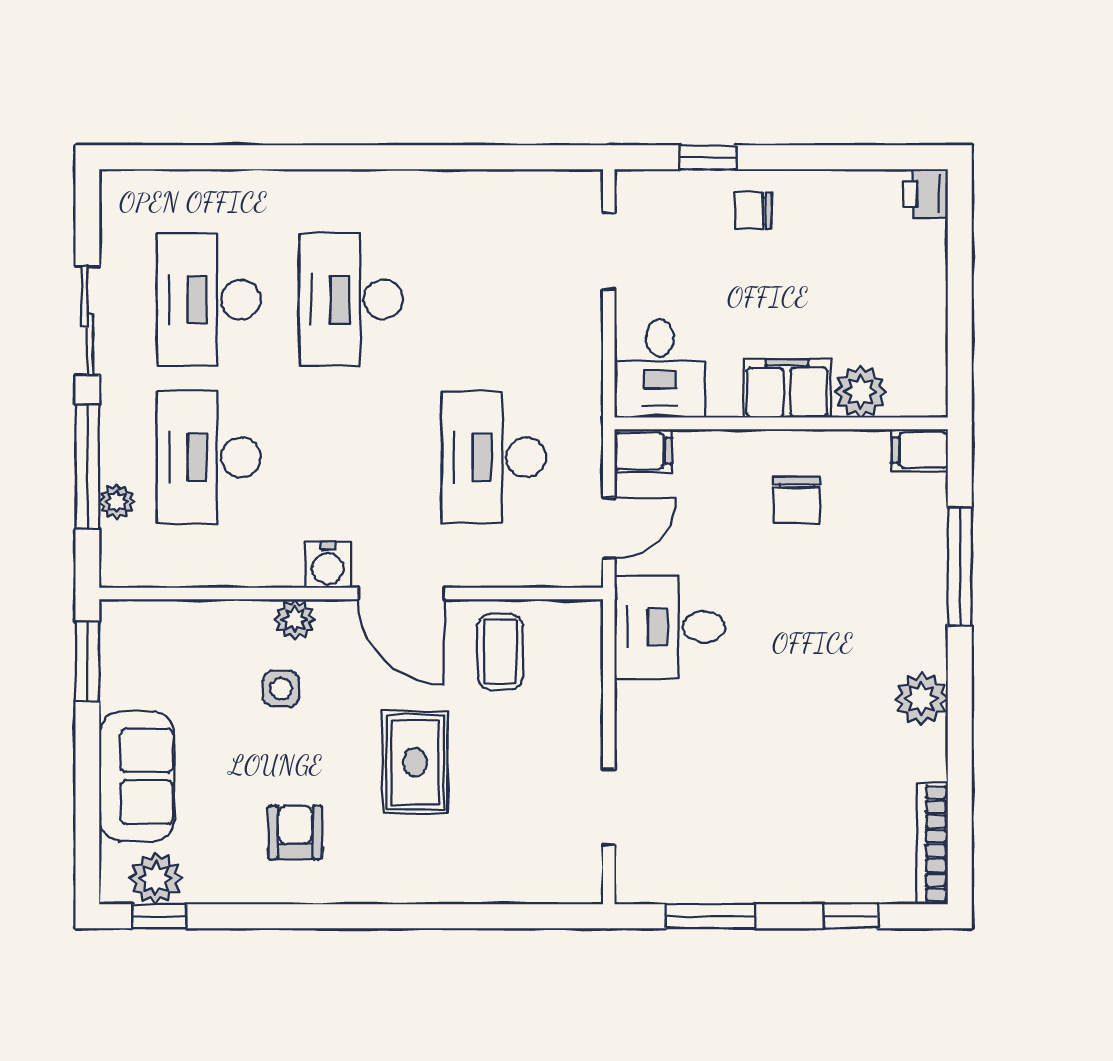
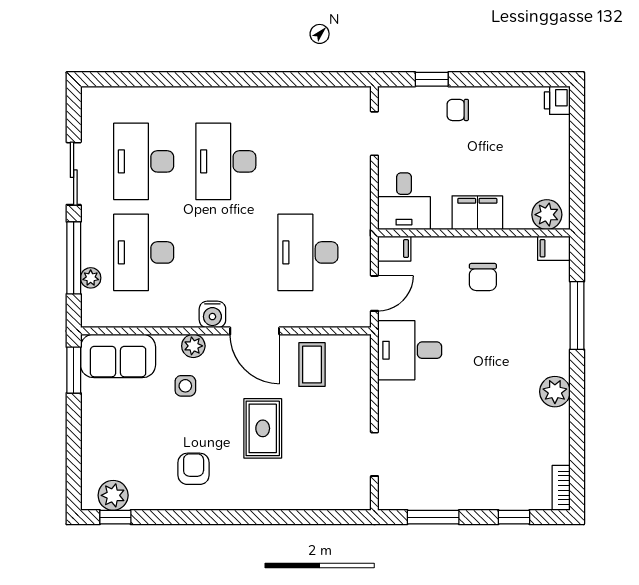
plant: (861, 392) -> (547, 215), moved
sofa: (137, 776) -> (118, 356), moved, turned 90
bookcase: (932, 843) -> (561, 488), width x0.64

